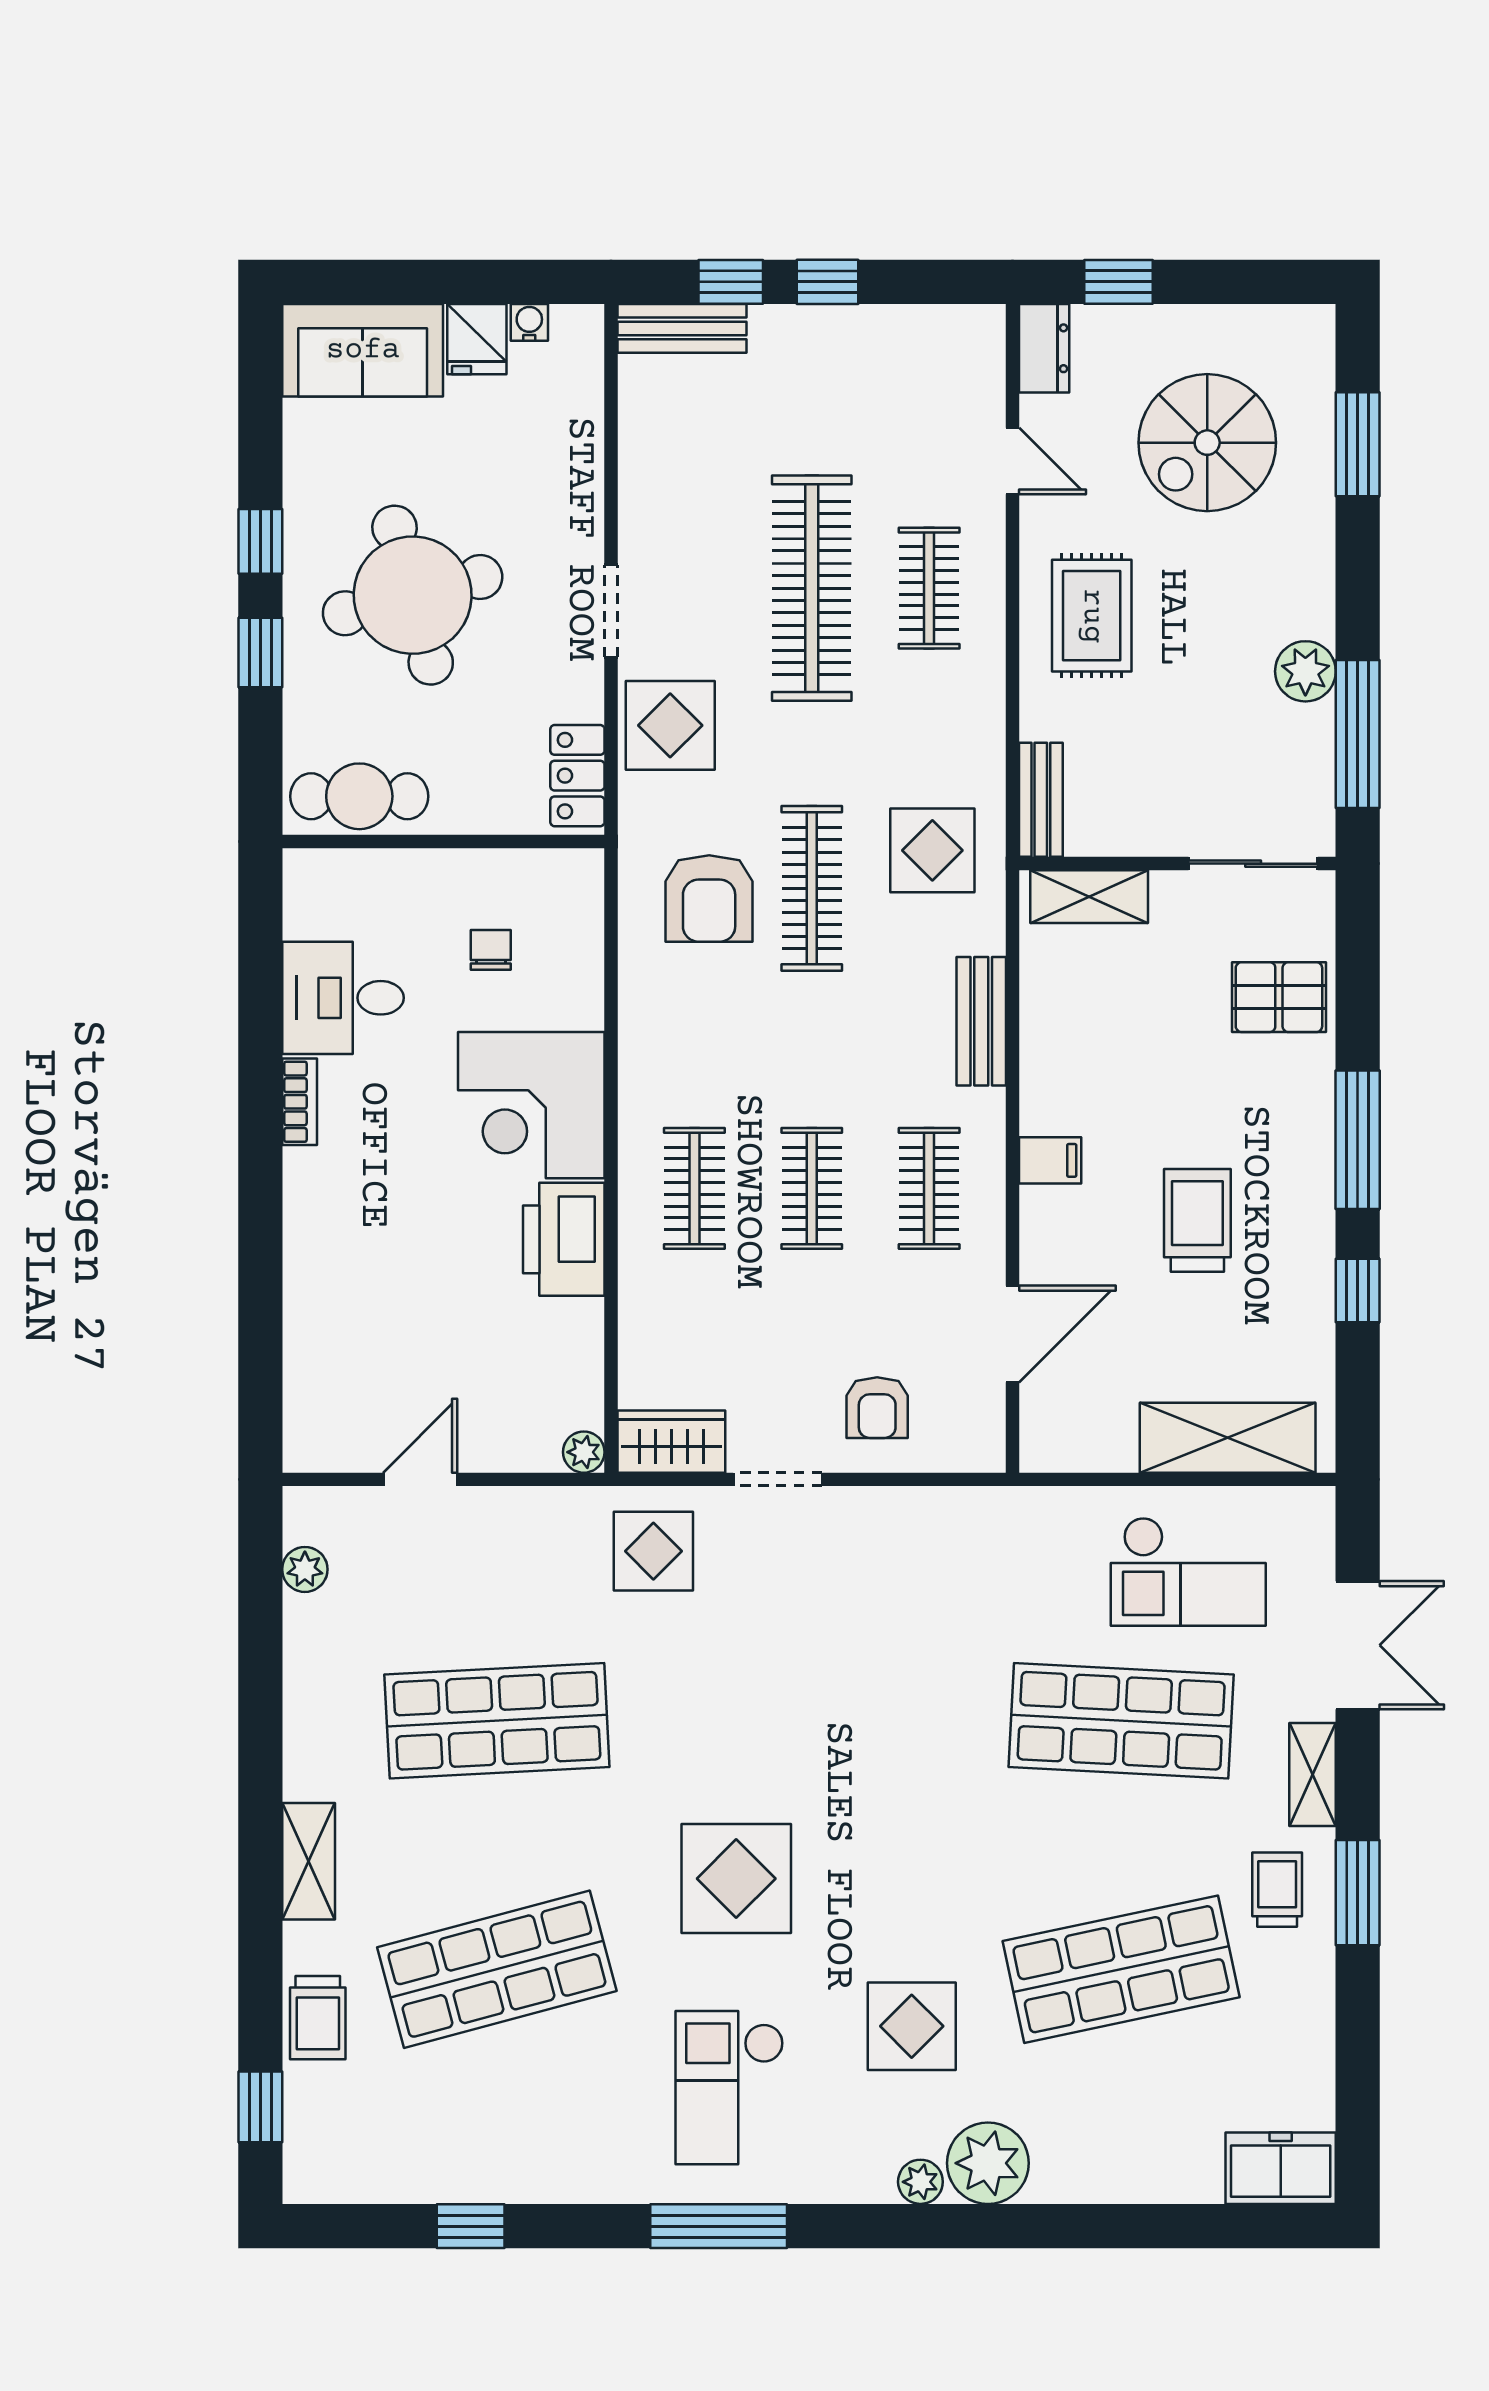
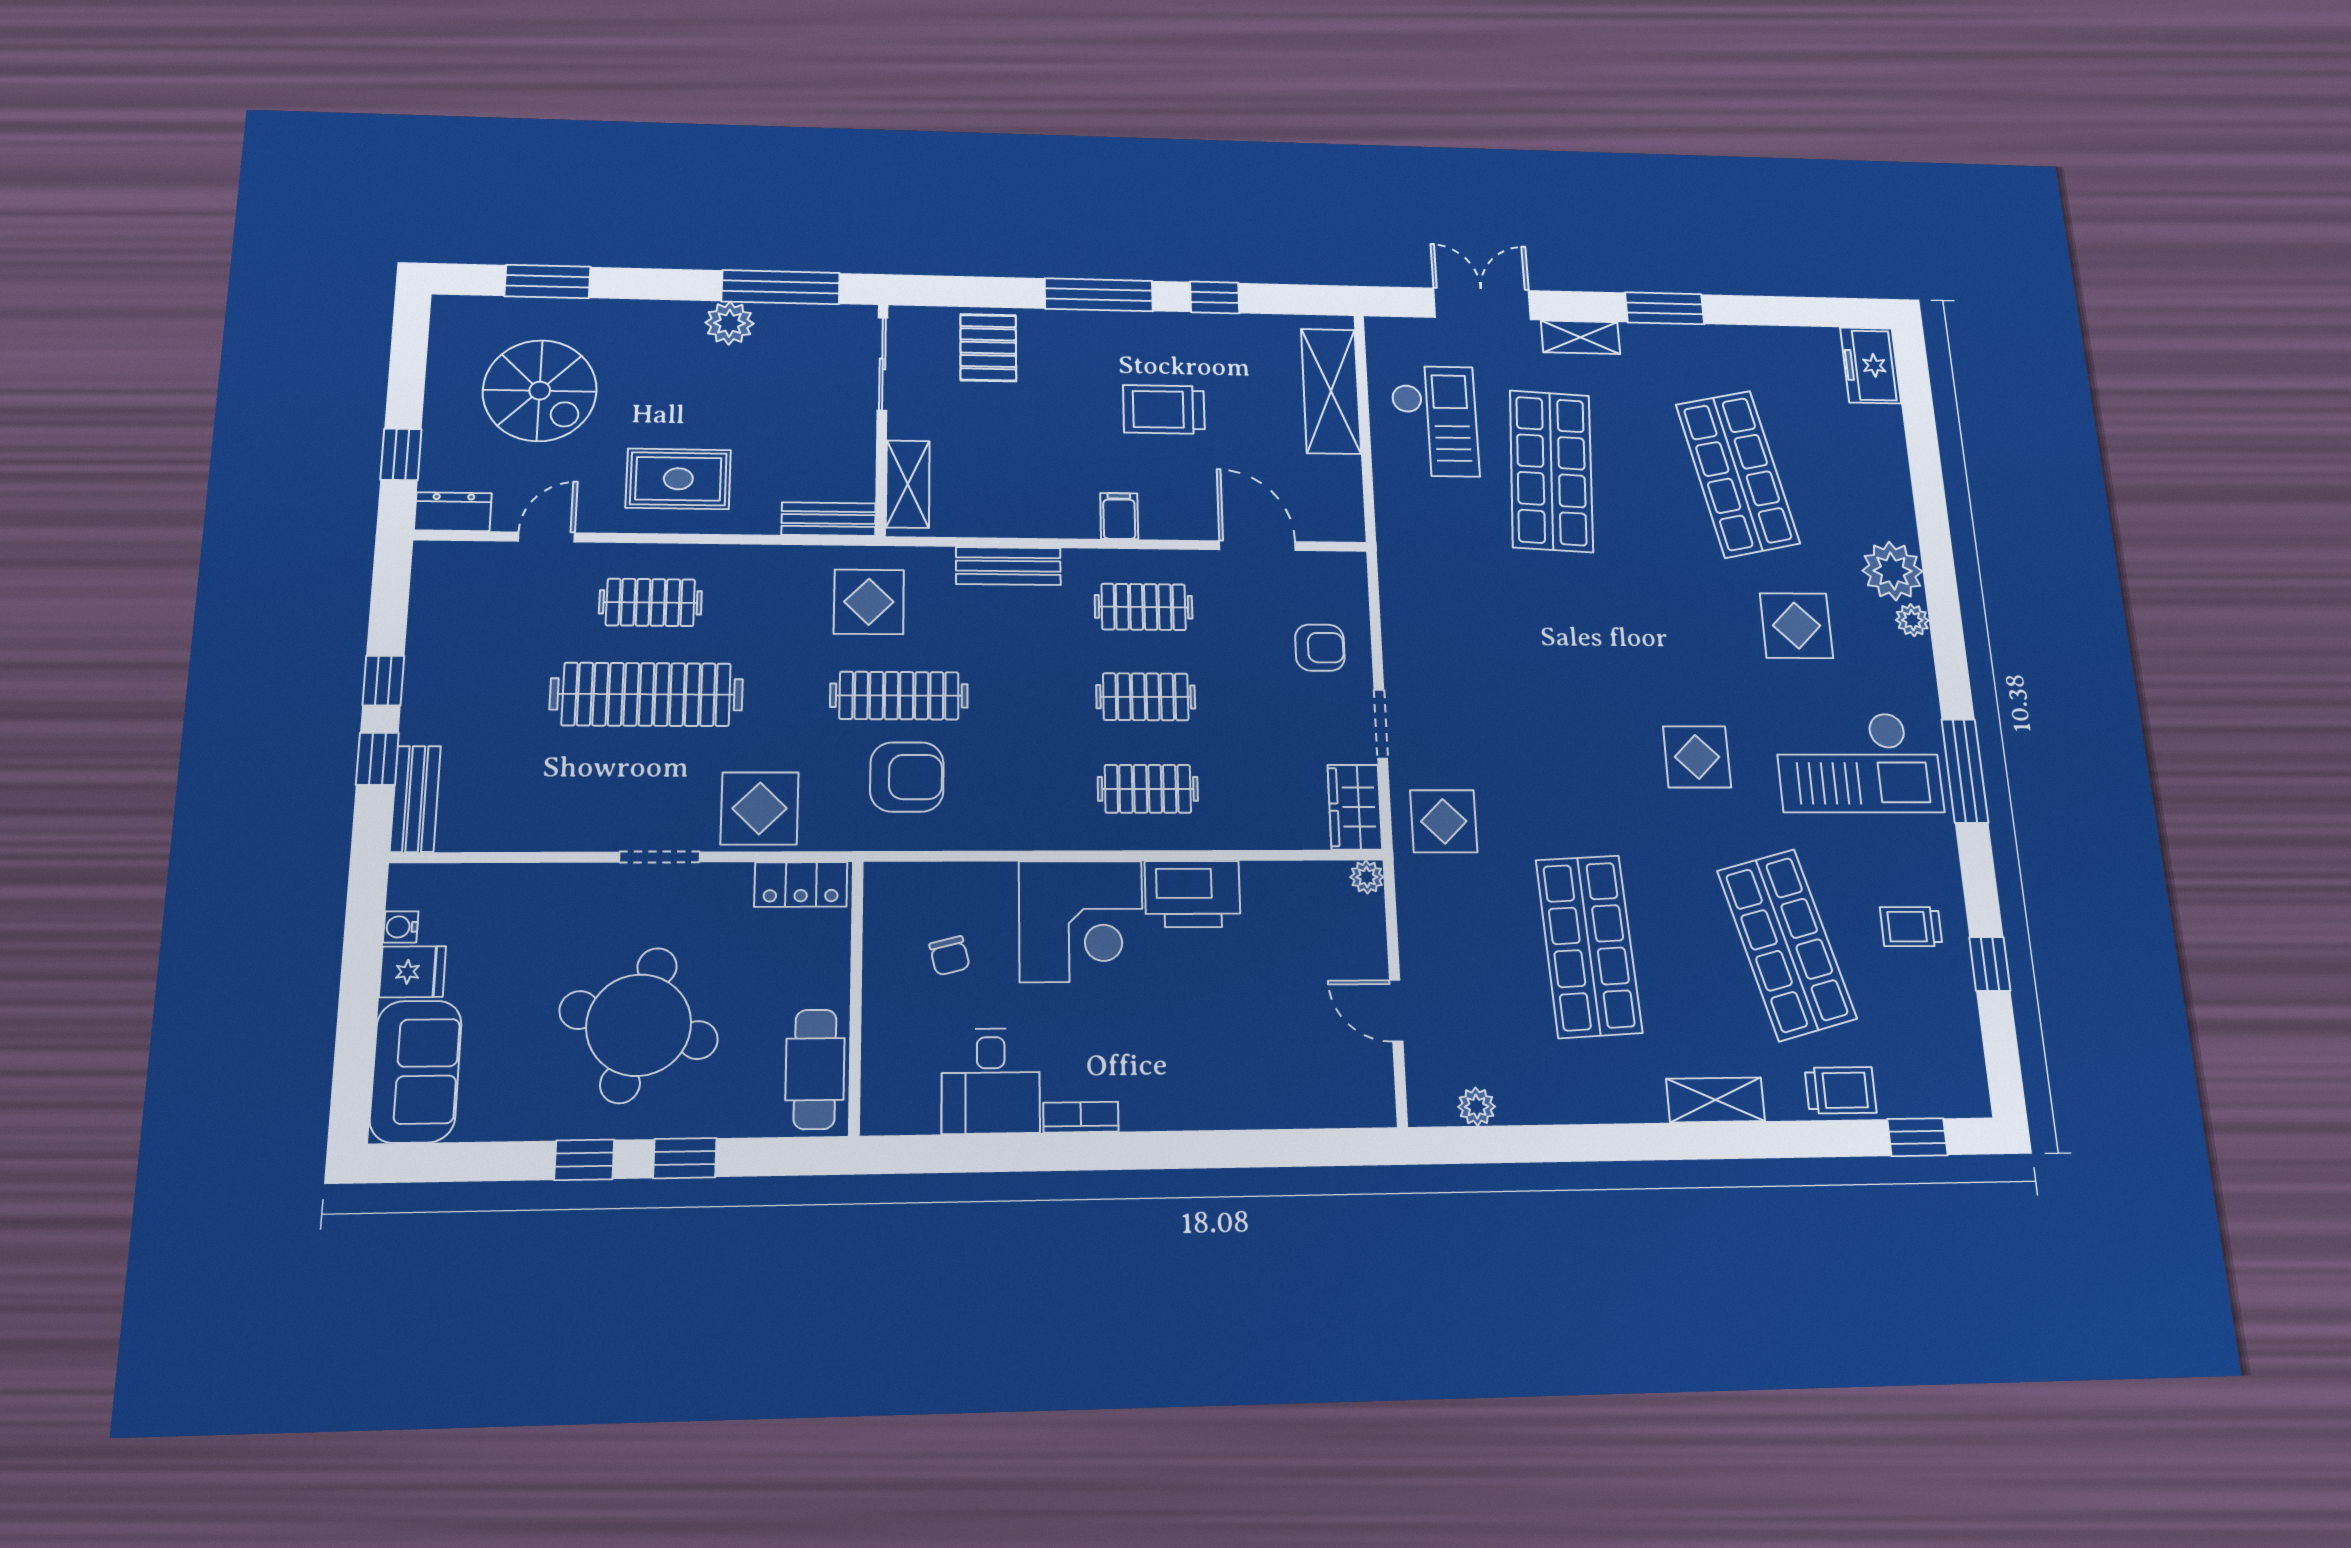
round table: (413, 595) -> (639, 1025), turned 30
chair: (491, 950) -> (949, 956), turned -104
display table: (736, 1879) -> (1697, 757), width x0.73, depth x0.73
trolley: (1277, 1890) -> (1911, 927), moved
checkout: (729, 2088) -> (1859, 762), width x1.36, depth x1.21

